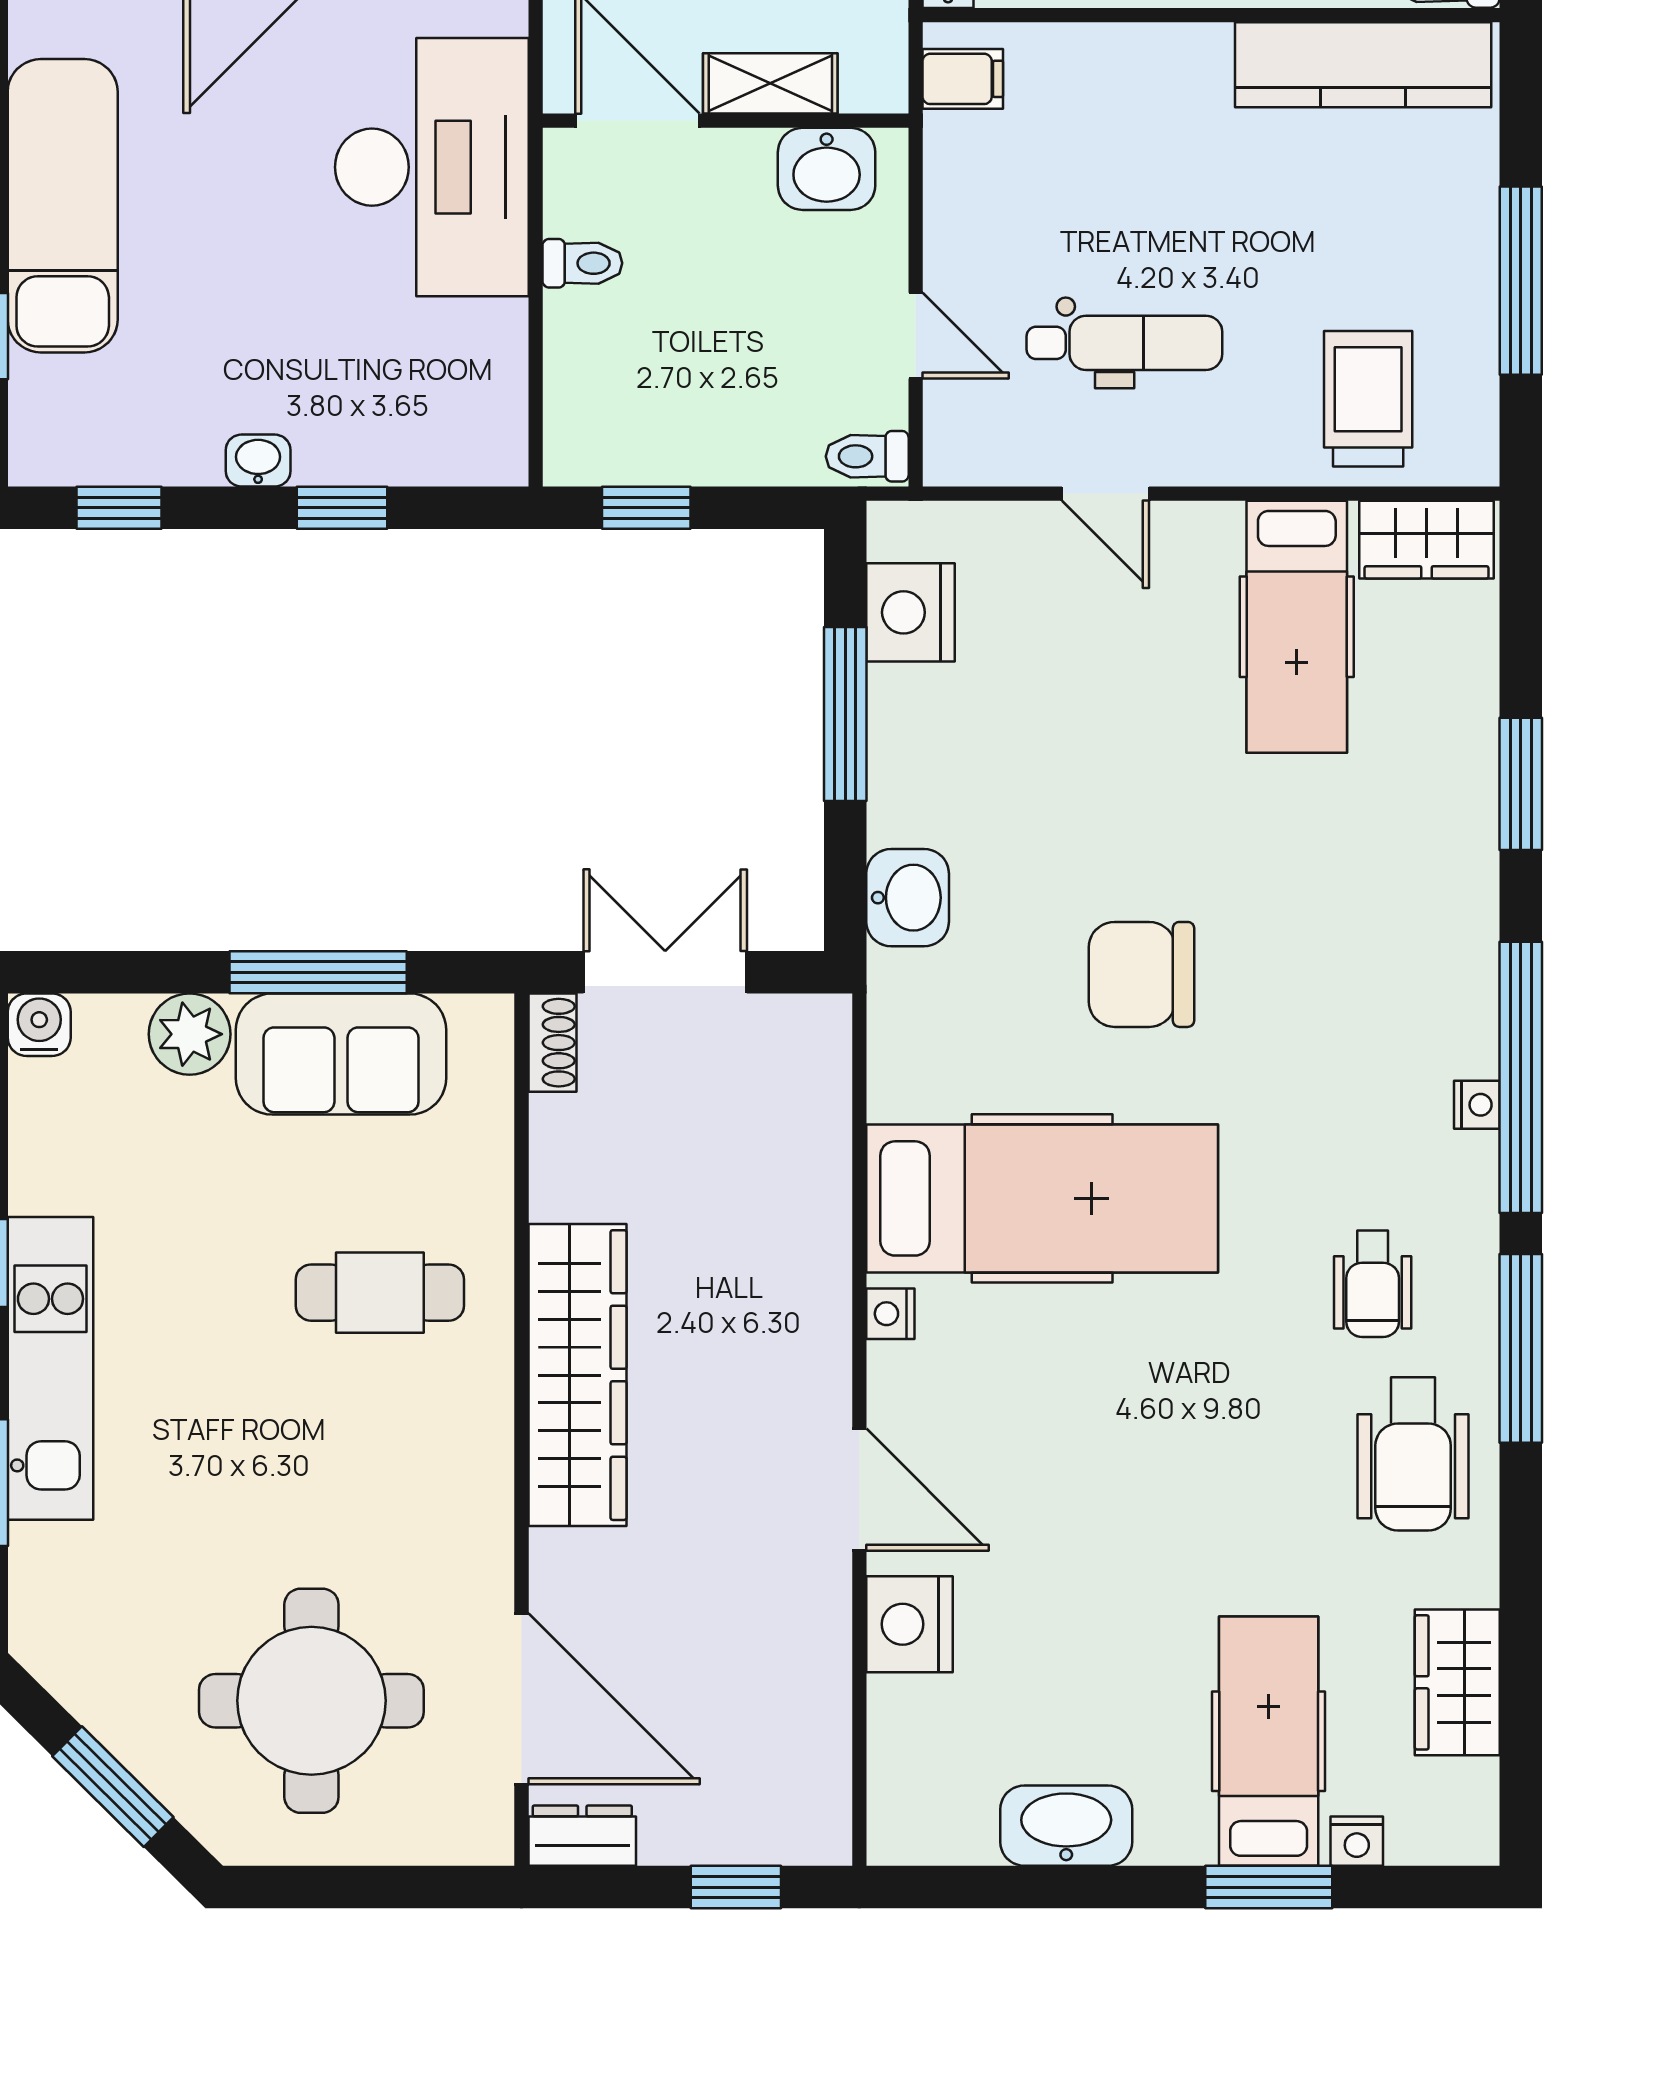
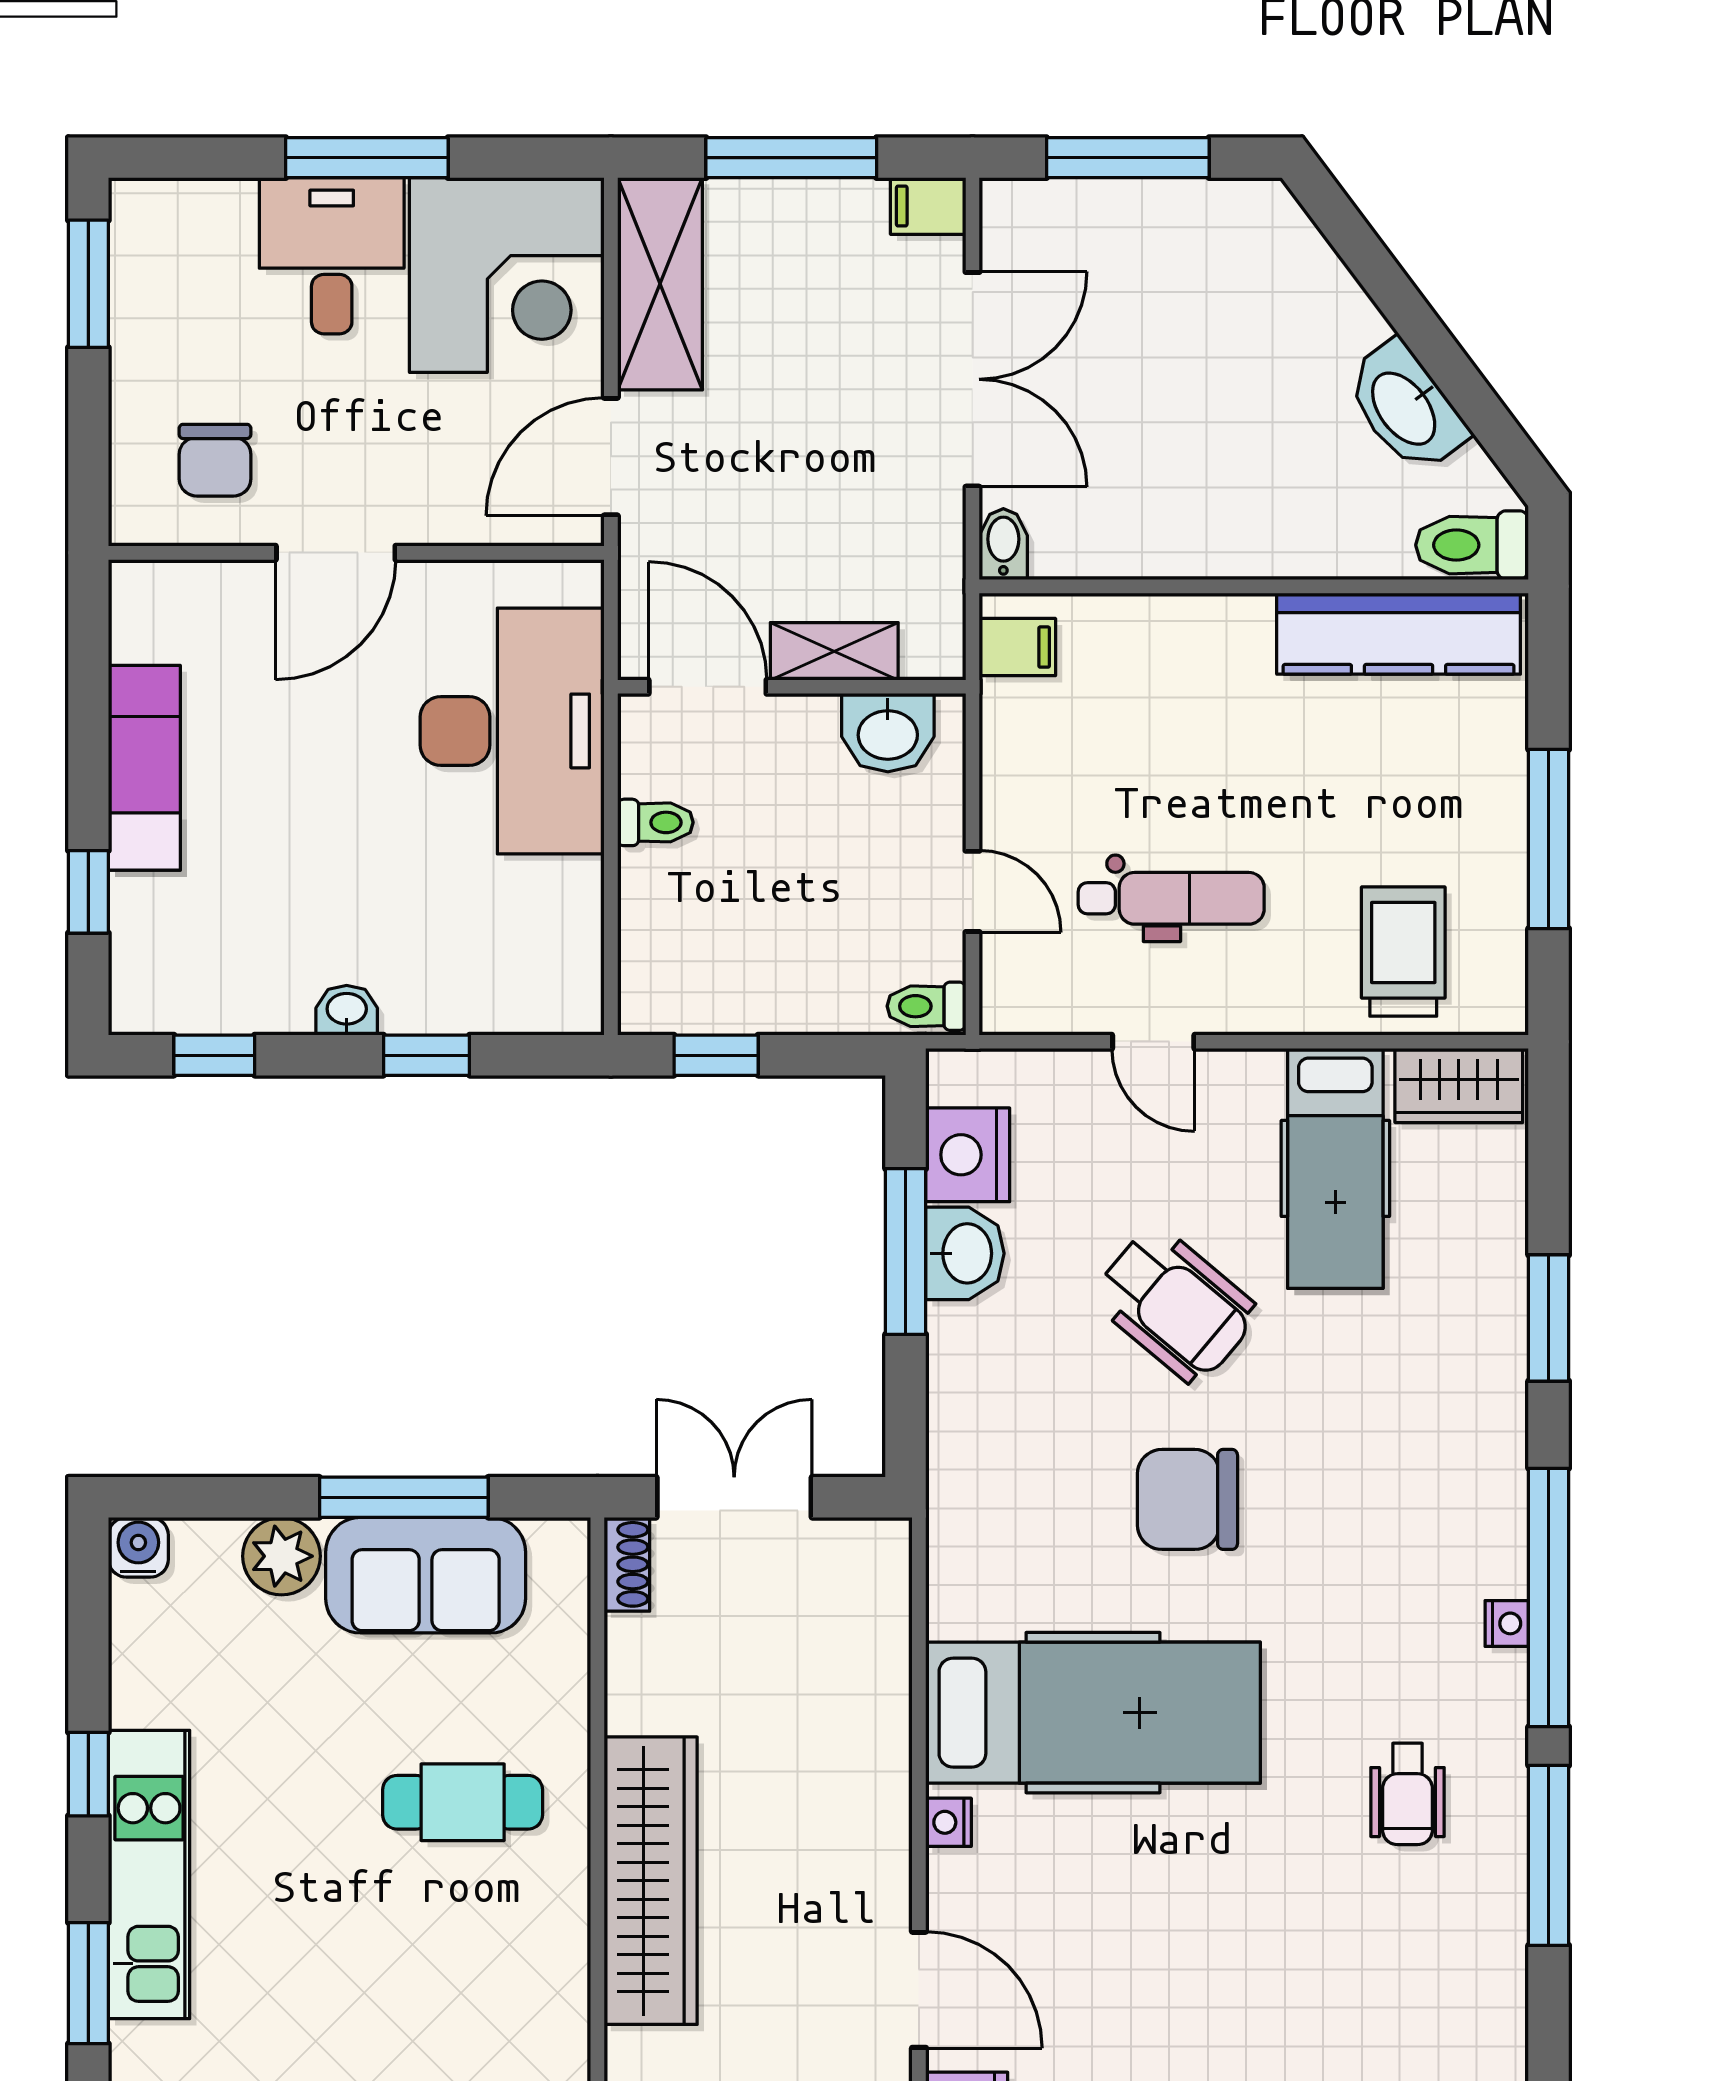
exam couch: (63, 206) -> (144, 768), width x0.73, depth x0.69
washbasin: (908, 898) -> (965, 1253), moved
wheelchair: (1413, 1454) -> (1175, 1305), moved, turned -50

